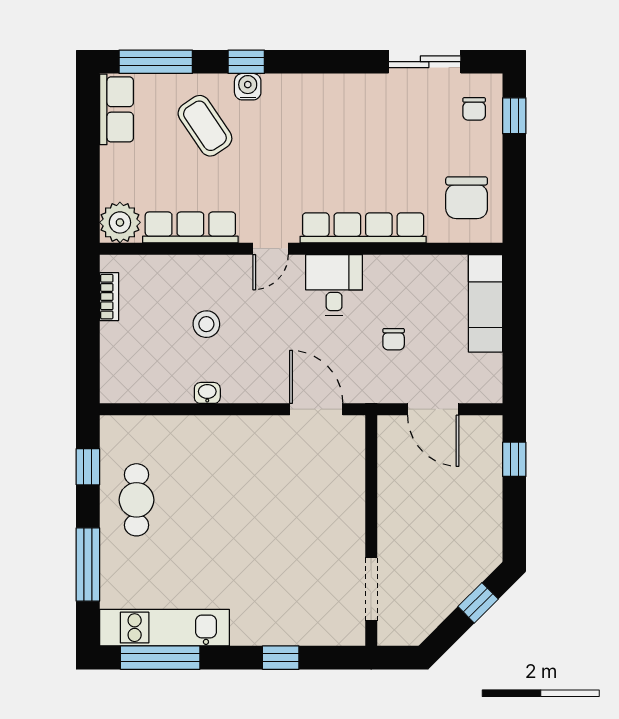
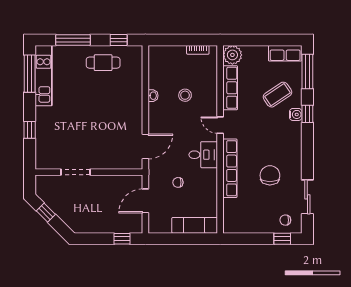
chair: (467, 198) -> (270, 175), moved, turned 90
doorway: (371, 589) -> (75, 172), moved
window: (478, 603) -> (46, 213), moved

